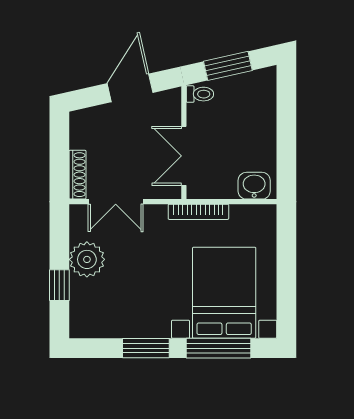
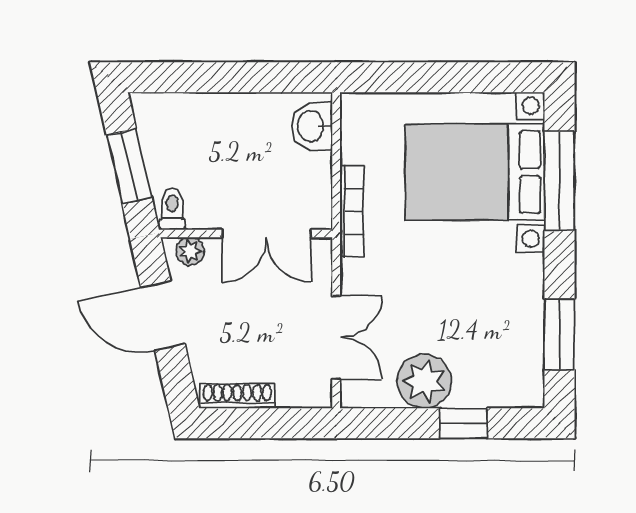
plant: (172, 106) -> (190, 251), added
shoe rack: (77, 175) -> (237, 396), moved
window: (146, 348) -> (559, 334), moved

